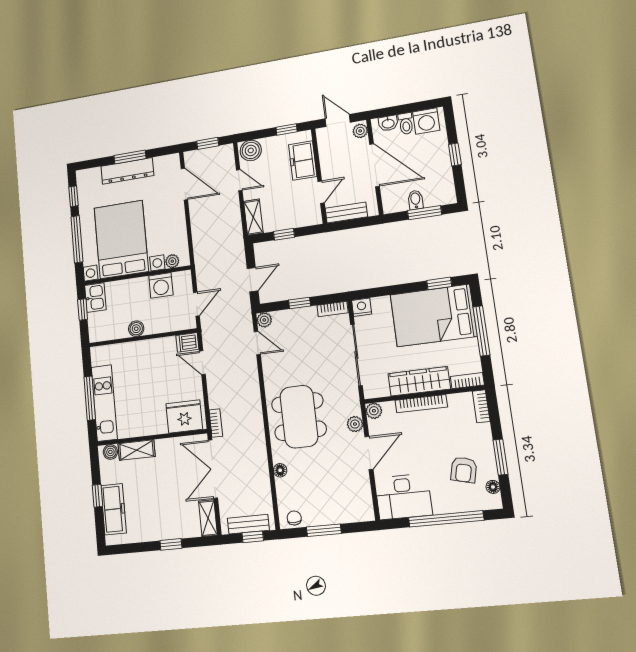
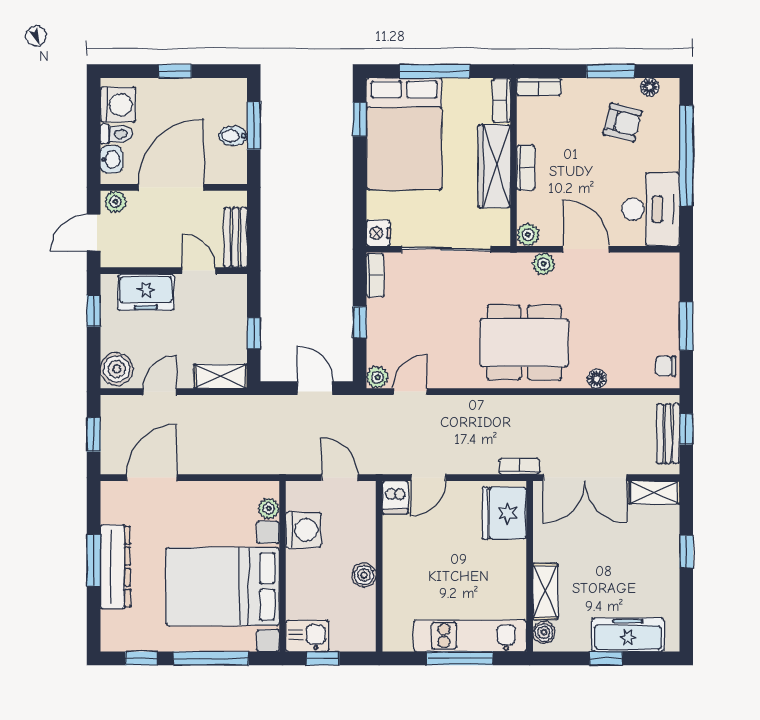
bookcase: (421, 404) -> (526, 168), width x0.64

